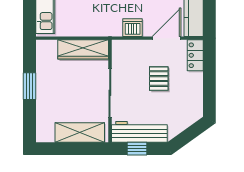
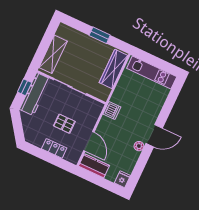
dishwasher: (133, 28) -> (112, 110), moved
wardrobe: (83, 49) -> (114, 69), moved
locker: (195, 55) -> (54, 148), moved

